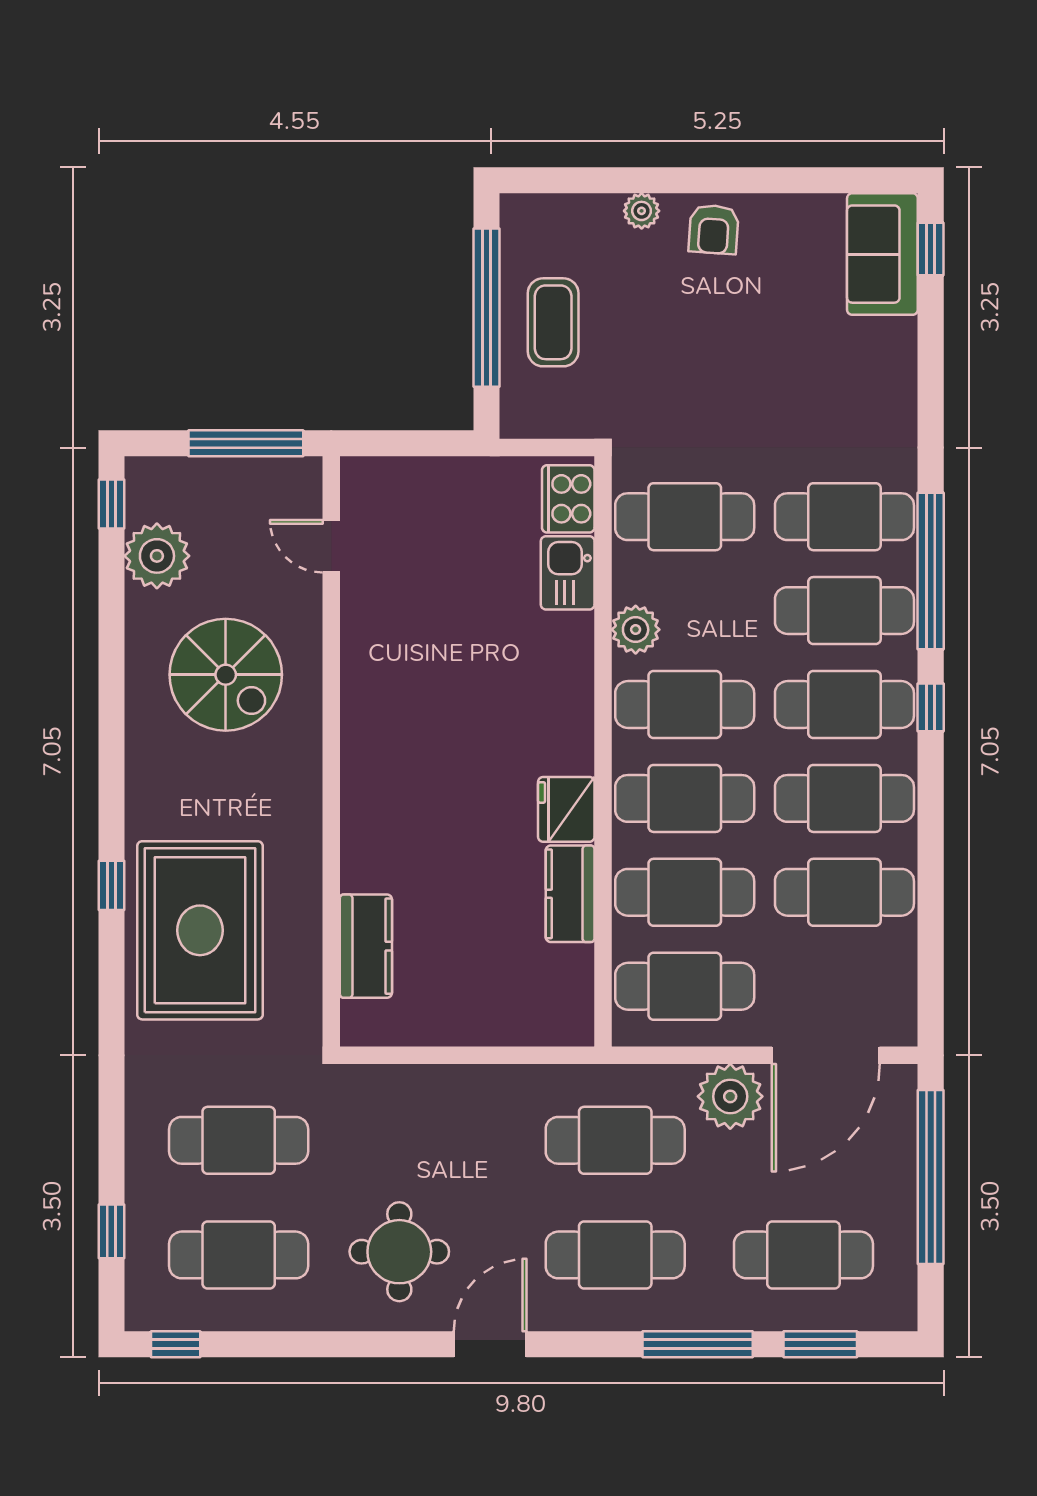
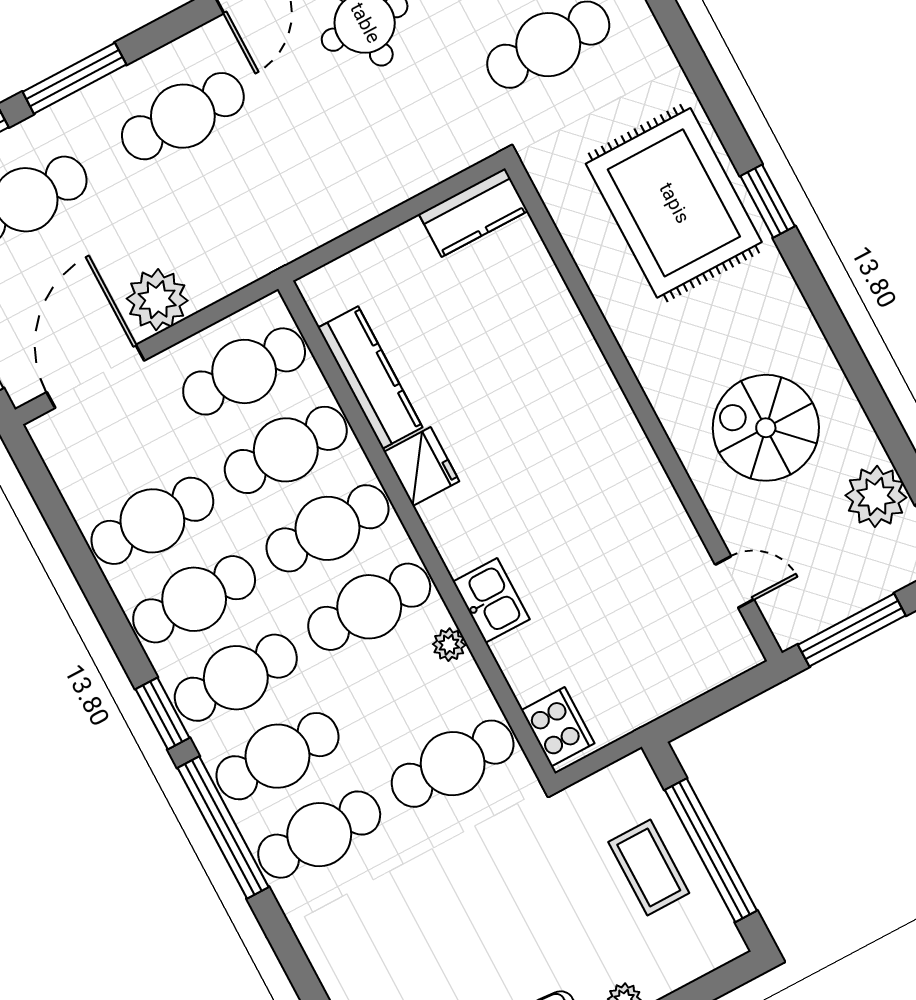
kitchen sink: (568, 573) -> (491, 600), moved
plant: (636, 630) -> (449, 645), width x0.73, depth x0.73
window: (931, 707) -> (163, 714), width x1.50
window: (111, 885) -> (768, 201), width x1.50
kitchen counter: (570, 894) -> (370, 378), width x1.50
kitchen counter: (366, 946) -> (473, 212), moved, turned -90
cafe table: (615, 1140) -> (234, 212), removed

